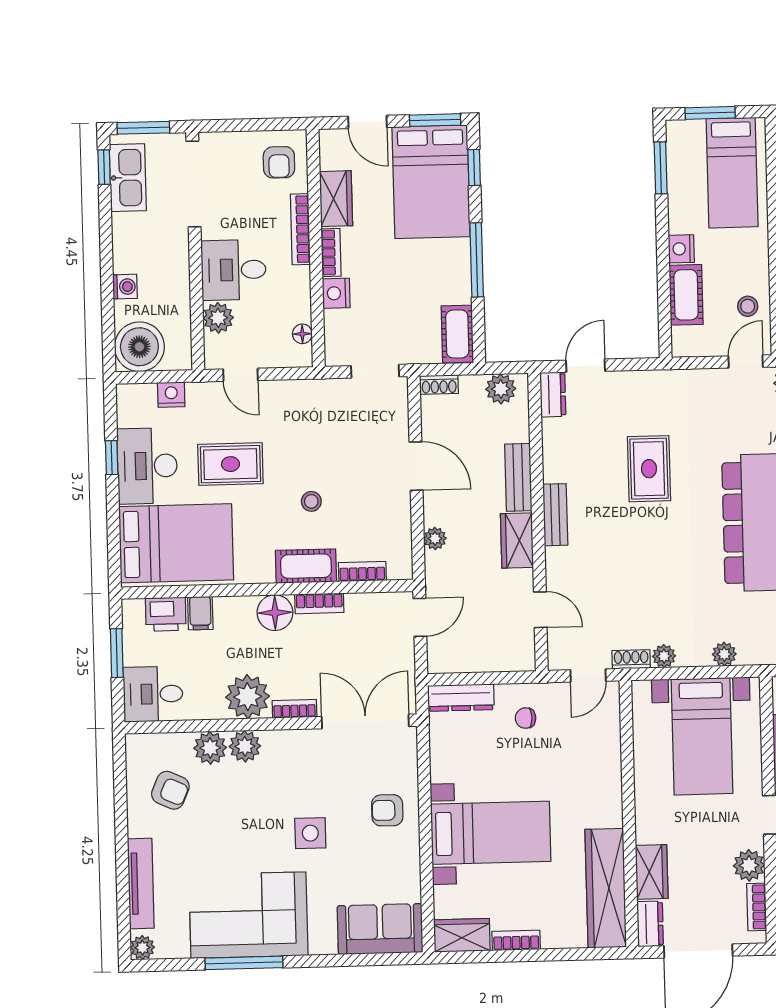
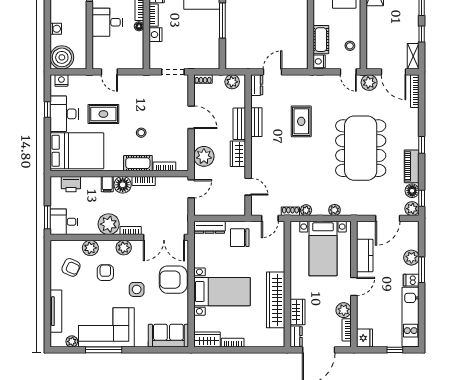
nightstand: (681, 249) -> (319, 61), moved
plant: (218, 318) -> (99, 45), removed
floor lamp: (302, 334) -> (139, 26), moved
cot: (457, 334) -> (212, 55), removed
door: (746, 362) -> (348, 72), swing flipped
nightstand: (171, 395) -> (61, 80), moved
bench: (555, 515) -> (256, 122), moved
plant: (435, 538) -> (204, 156), width x1.88, depth x1.88
filing cabinet: (200, 613) -> (107, 184), moved
window: (117, 653) -> (47, 217), moved
chair: (525, 718) -> (240, 238), width x1.87, depth x1.87
double door: (365, 722) -> (164, 237), swing flipped
plant: (245, 746) -> (124, 248), moved
armchair: (243, 799) -> (105, 273), added
armchair: (387, 810) -> (173, 280), width x1.88, depth x1.88
wardrobe: (606, 888) -> (276, 300), moved
plant: (142, 948) -> (72, 341), moved

